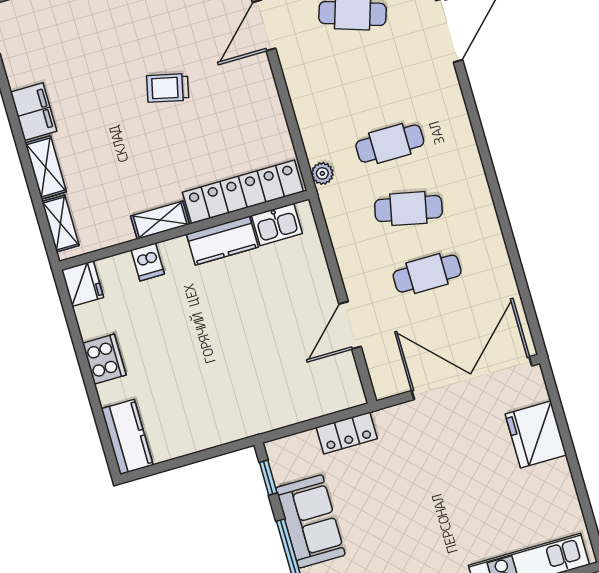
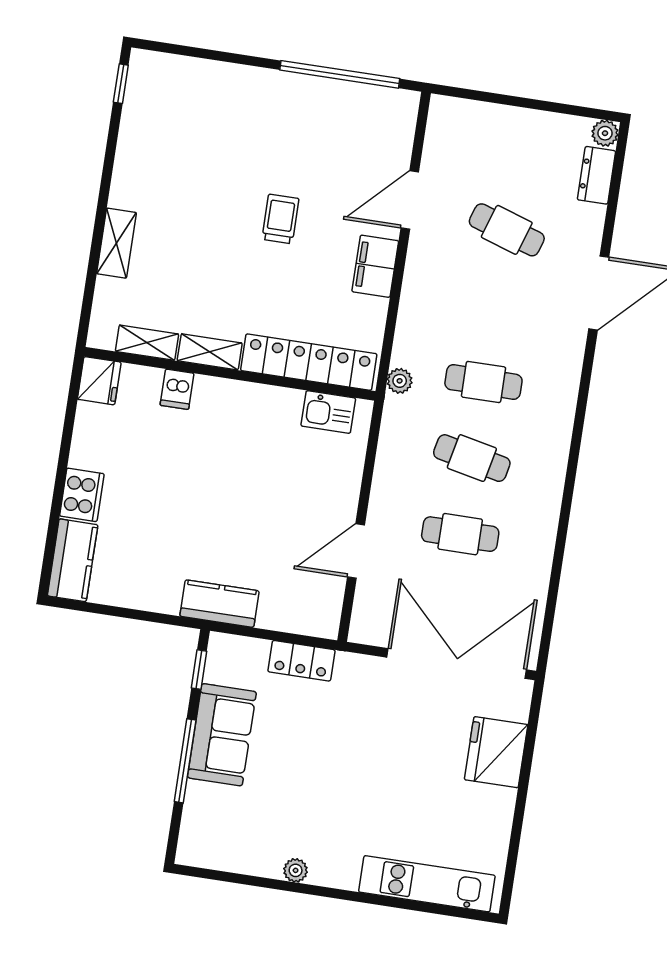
trolley: (168, 88) -> (280, 219), turned 77
filing cabinet: (34, 112) -> (375, 266), moved, turned 180
shelving: (60, 223) -> (147, 343), moved, turned 90
kitchen counter: (222, 241) -> (220, 604), moved, turned 180
cooker: (104, 359) -> (82, 495), moved

